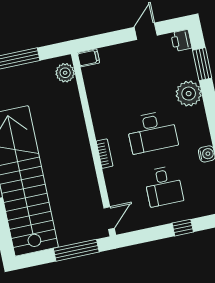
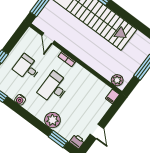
door: (109, 218) -> (48, 38), moved

